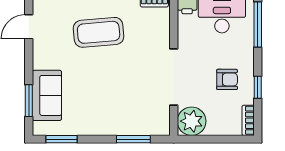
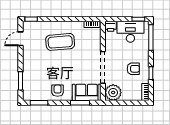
sofa: (47, 95) -> (87, 92), moved, turned -90
armchair: (94, 118) -> (58, 91), added

